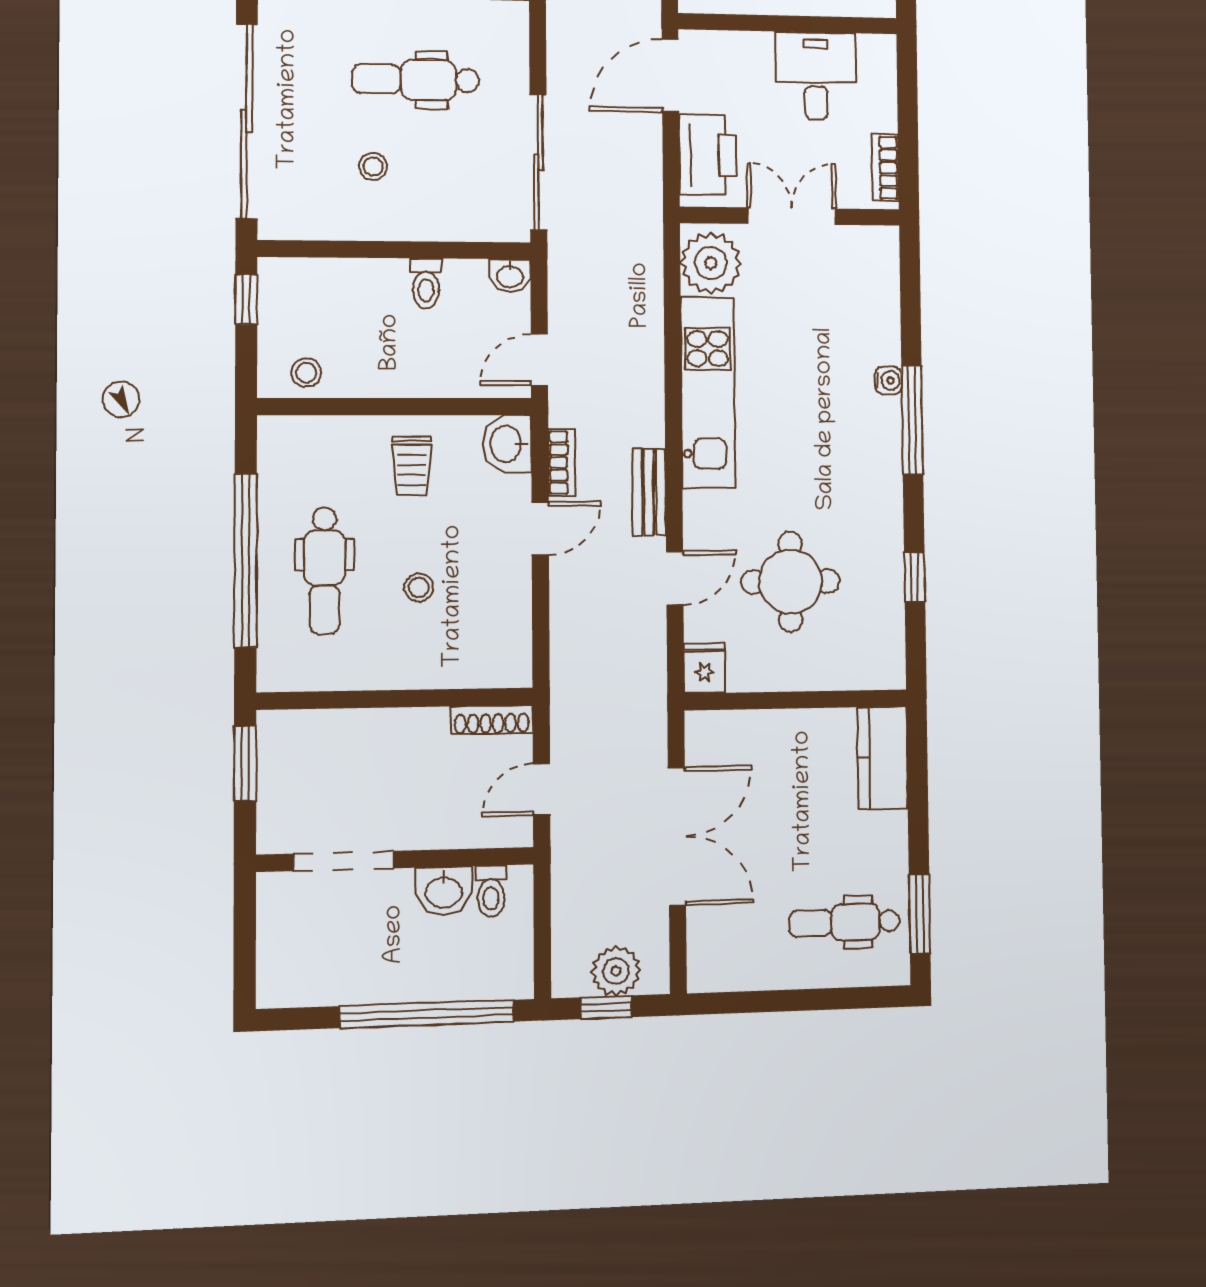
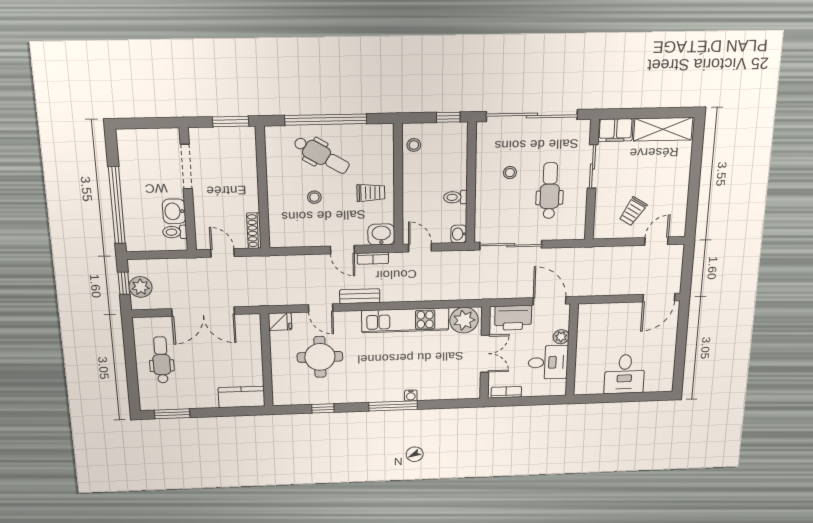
plant: (755, 48) -> (561, 337), added
trolley: (412, 466) -> (371, 193), turned 180
dental chair: (325, 570) -> (322, 155), turned -149
dental chair: (845, 922) -> (161, 360), moved

